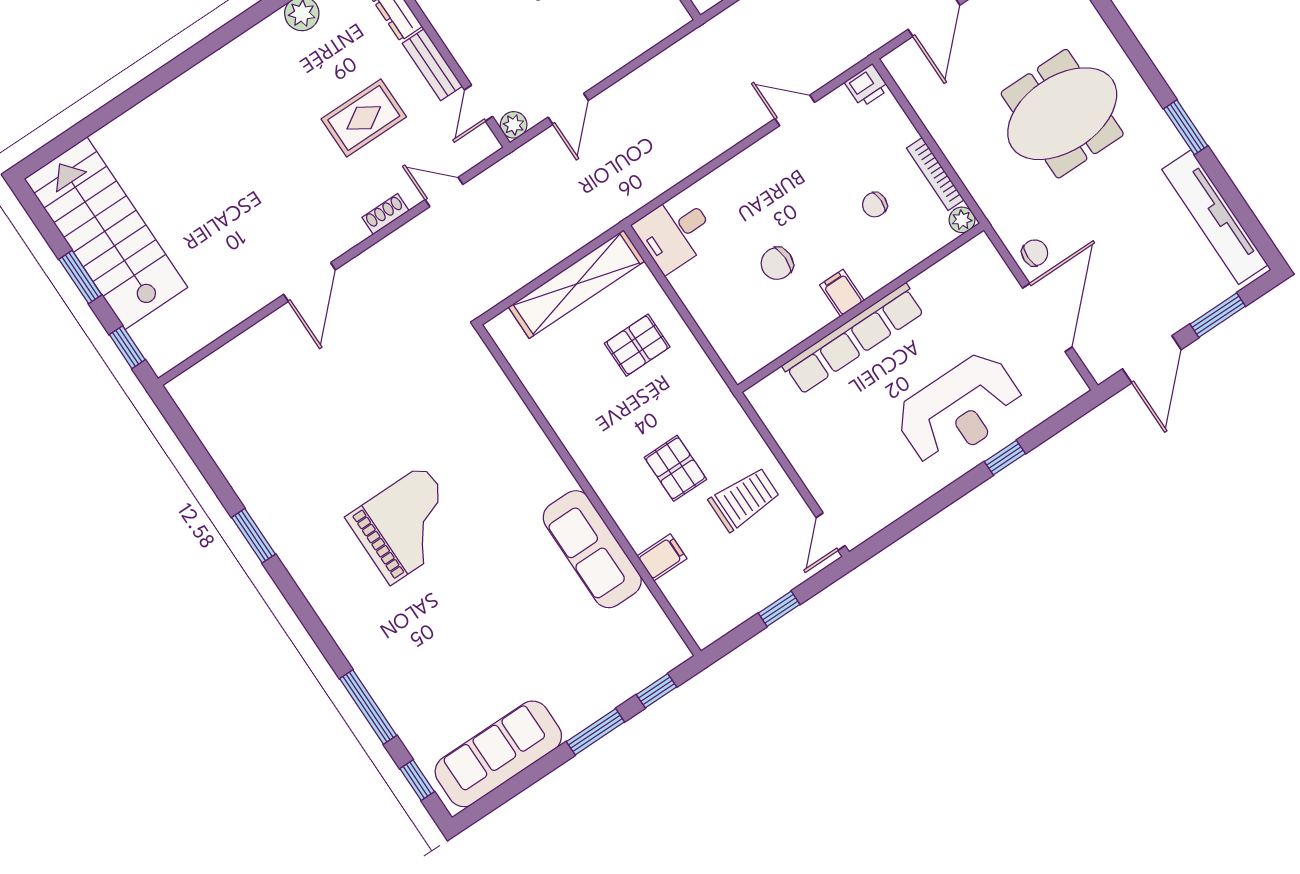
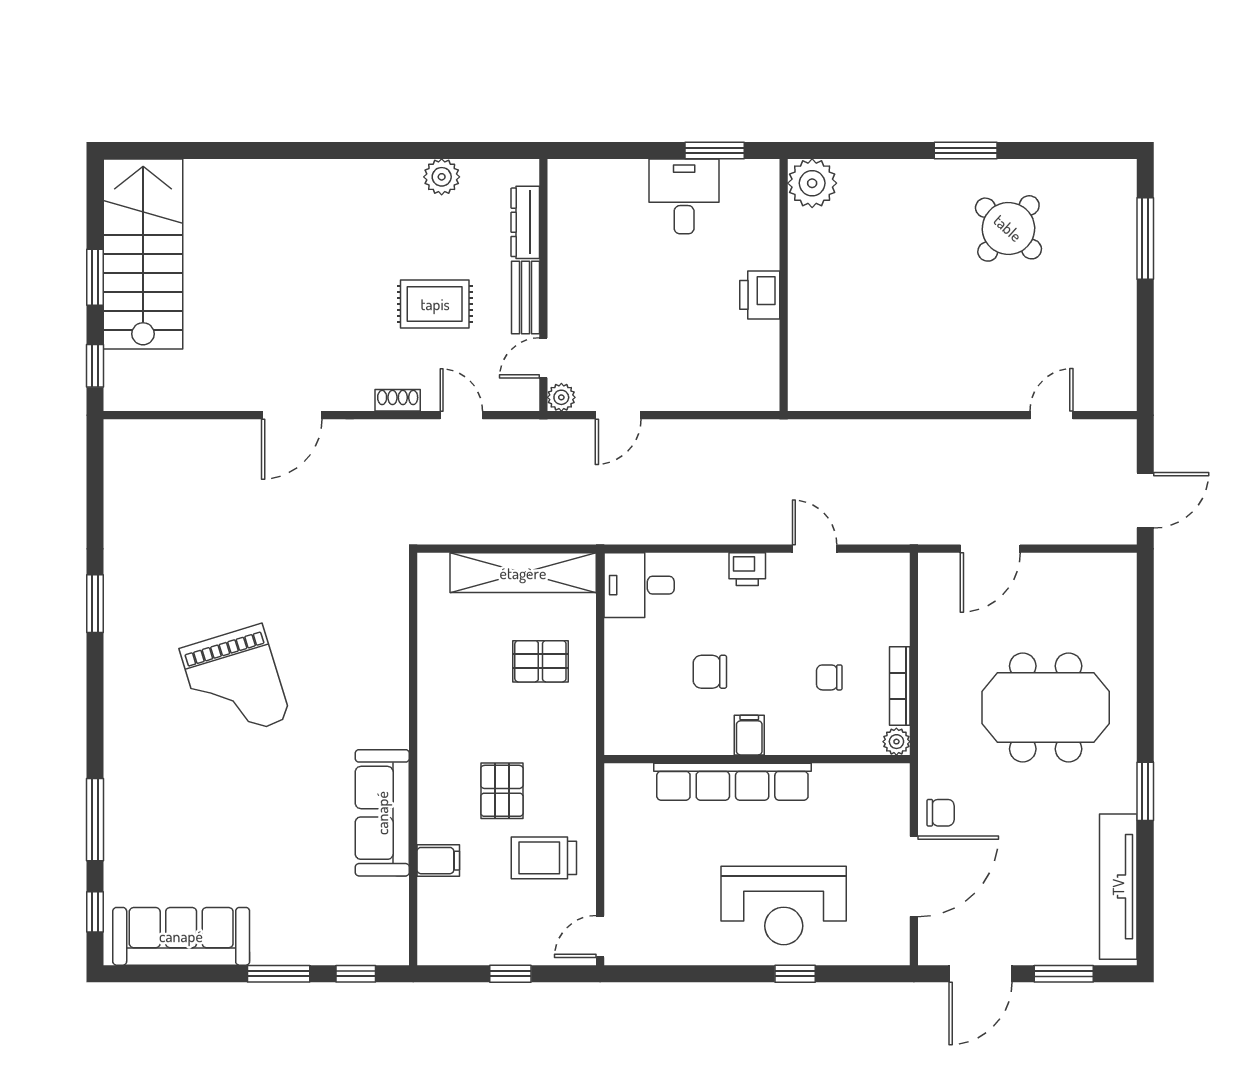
printer: (867, 86) -> (747, 569), moved
trolley: (744, 499) -> (544, 858), turned 180
grand piano: (407, 525) -> (235, 684), turned 73

